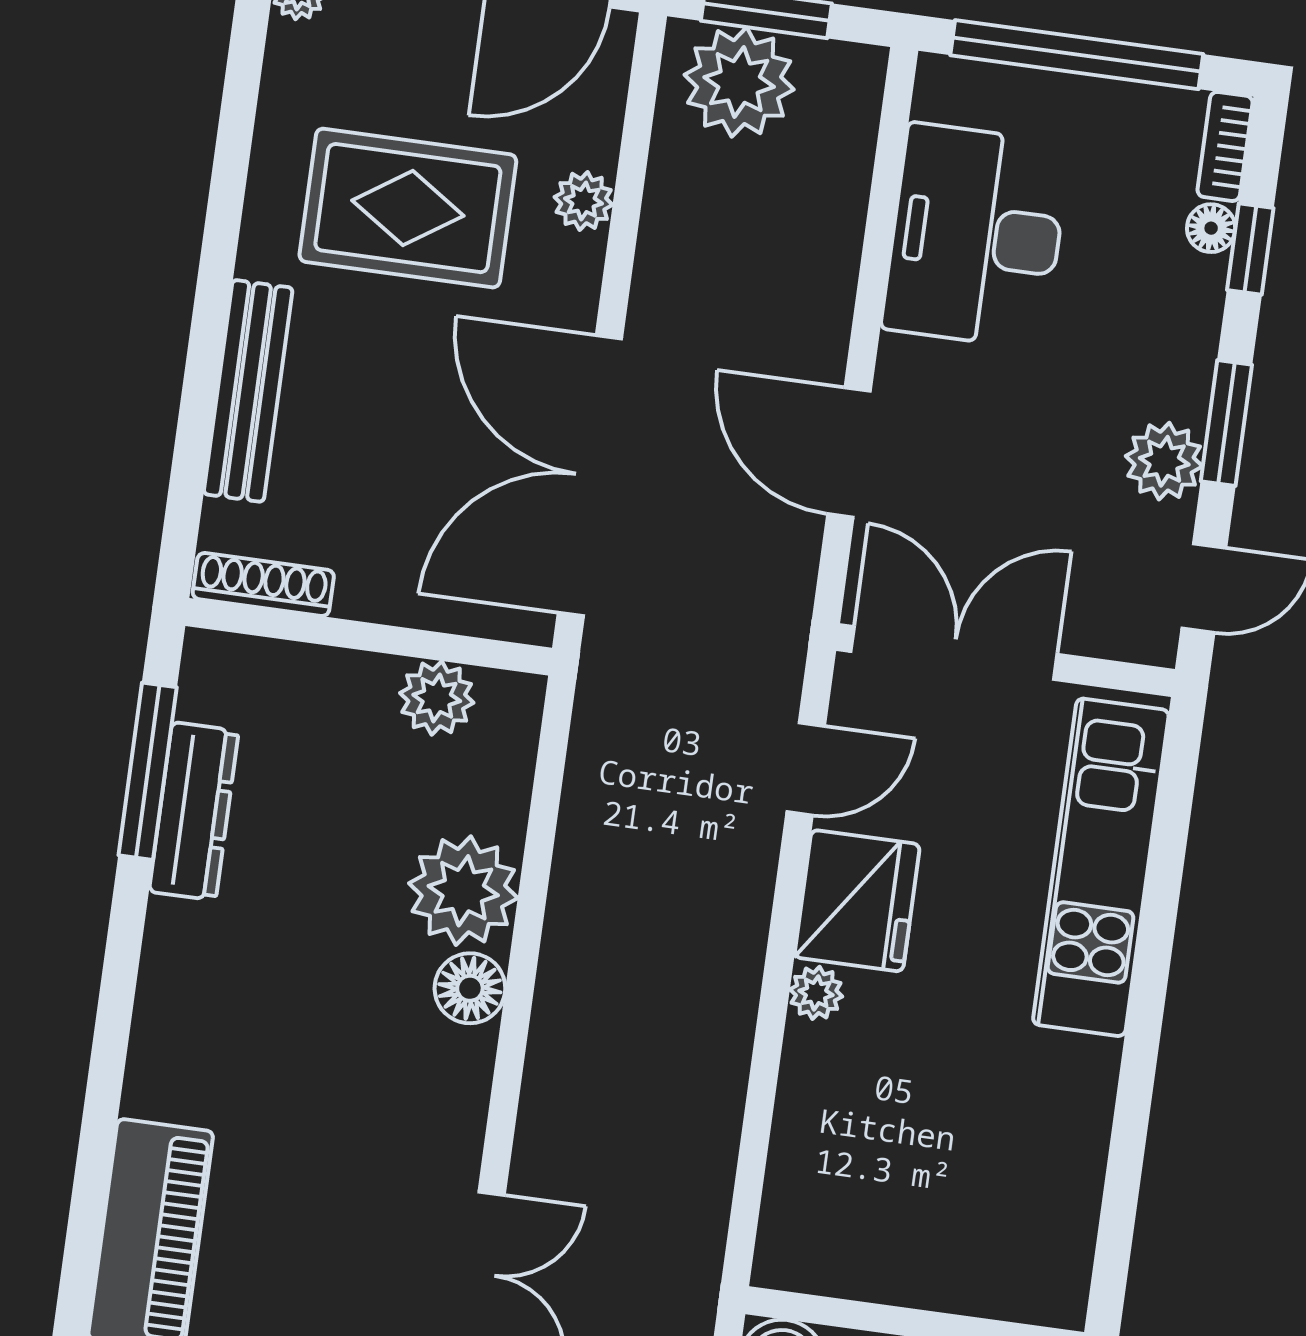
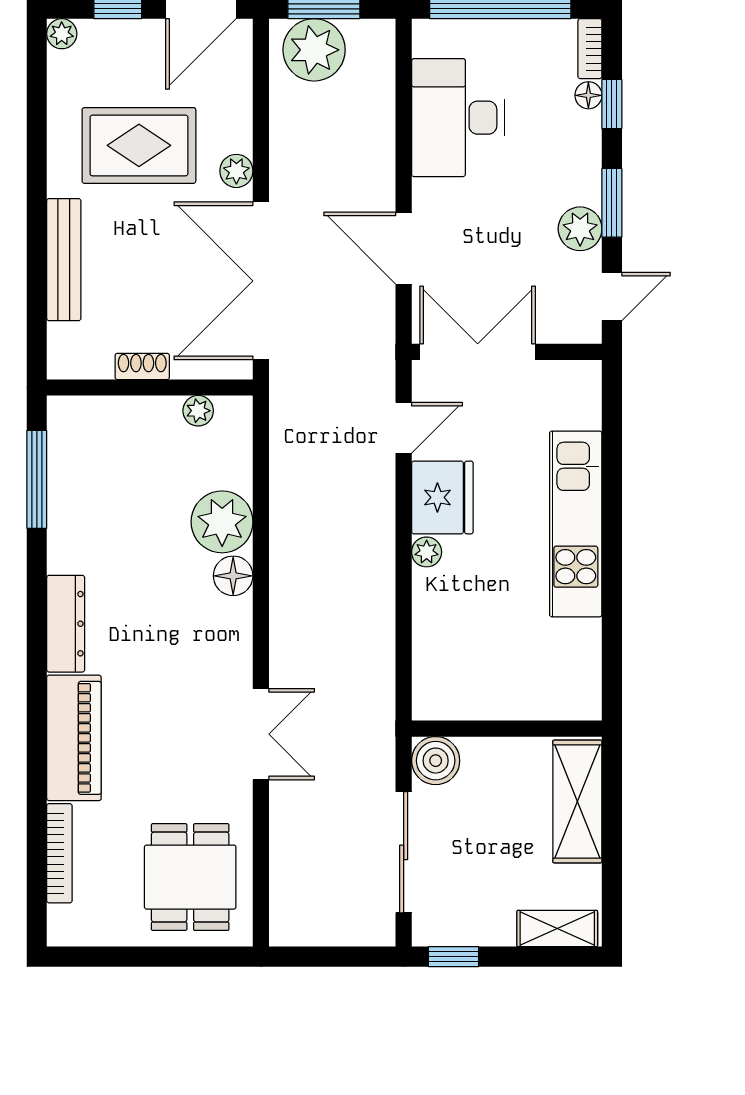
plant: (584, 201) -> (236, 171), moved
shoe rack: (263, 585) -> (142, 366), moved, width x0.70
plant: (437, 698) -> (198, 411), width x0.73, depth x0.73
dresser: (194, 811) -> (66, 624), moved
kitchen unit: (1101, 867) -> (576, 524), moved

